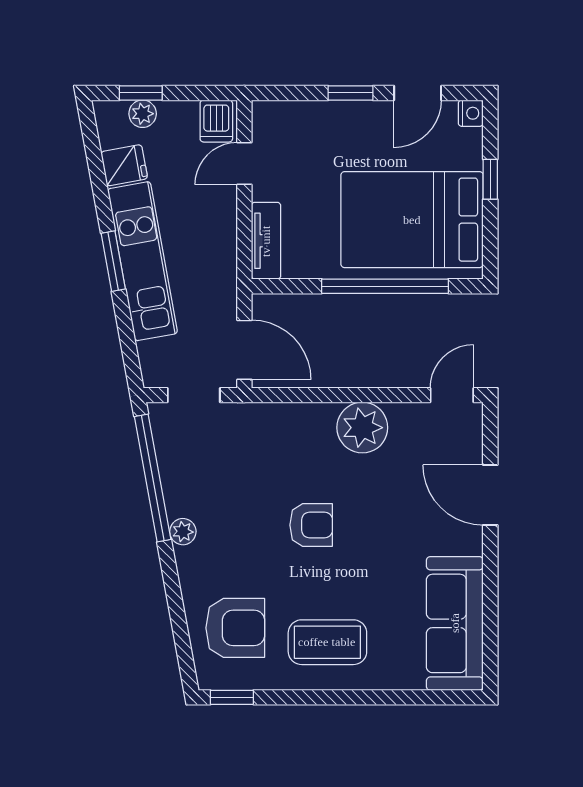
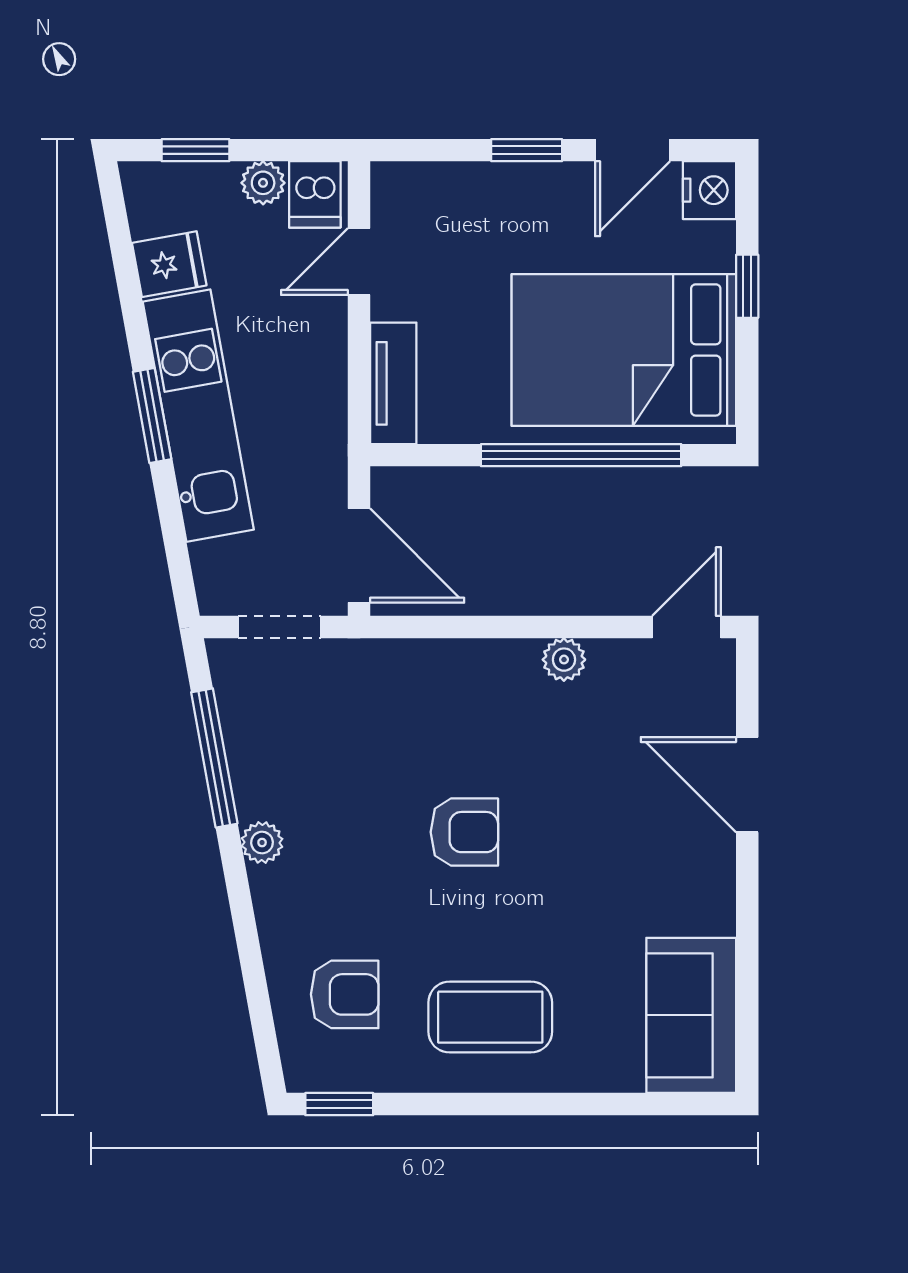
nightstand: (471, 113) -> (709, 190), width x1.39, depth x1.35
plant: (143, 114) -> (263, 183), moved
plant: (362, 428) -> (564, 660), width x0.53, depth x0.53
window: (153, 478) -> (214, 758), width x0.68
sofa: (455, 623) -> (691, 1015), width x0.73
armchair: (235, 628) -> (345, 994), width x0.72, depth x0.72

